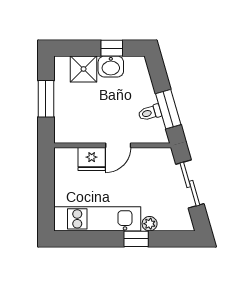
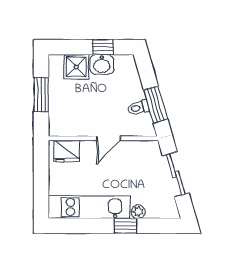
fridge: (92, 159) -> (67, 151), moved

